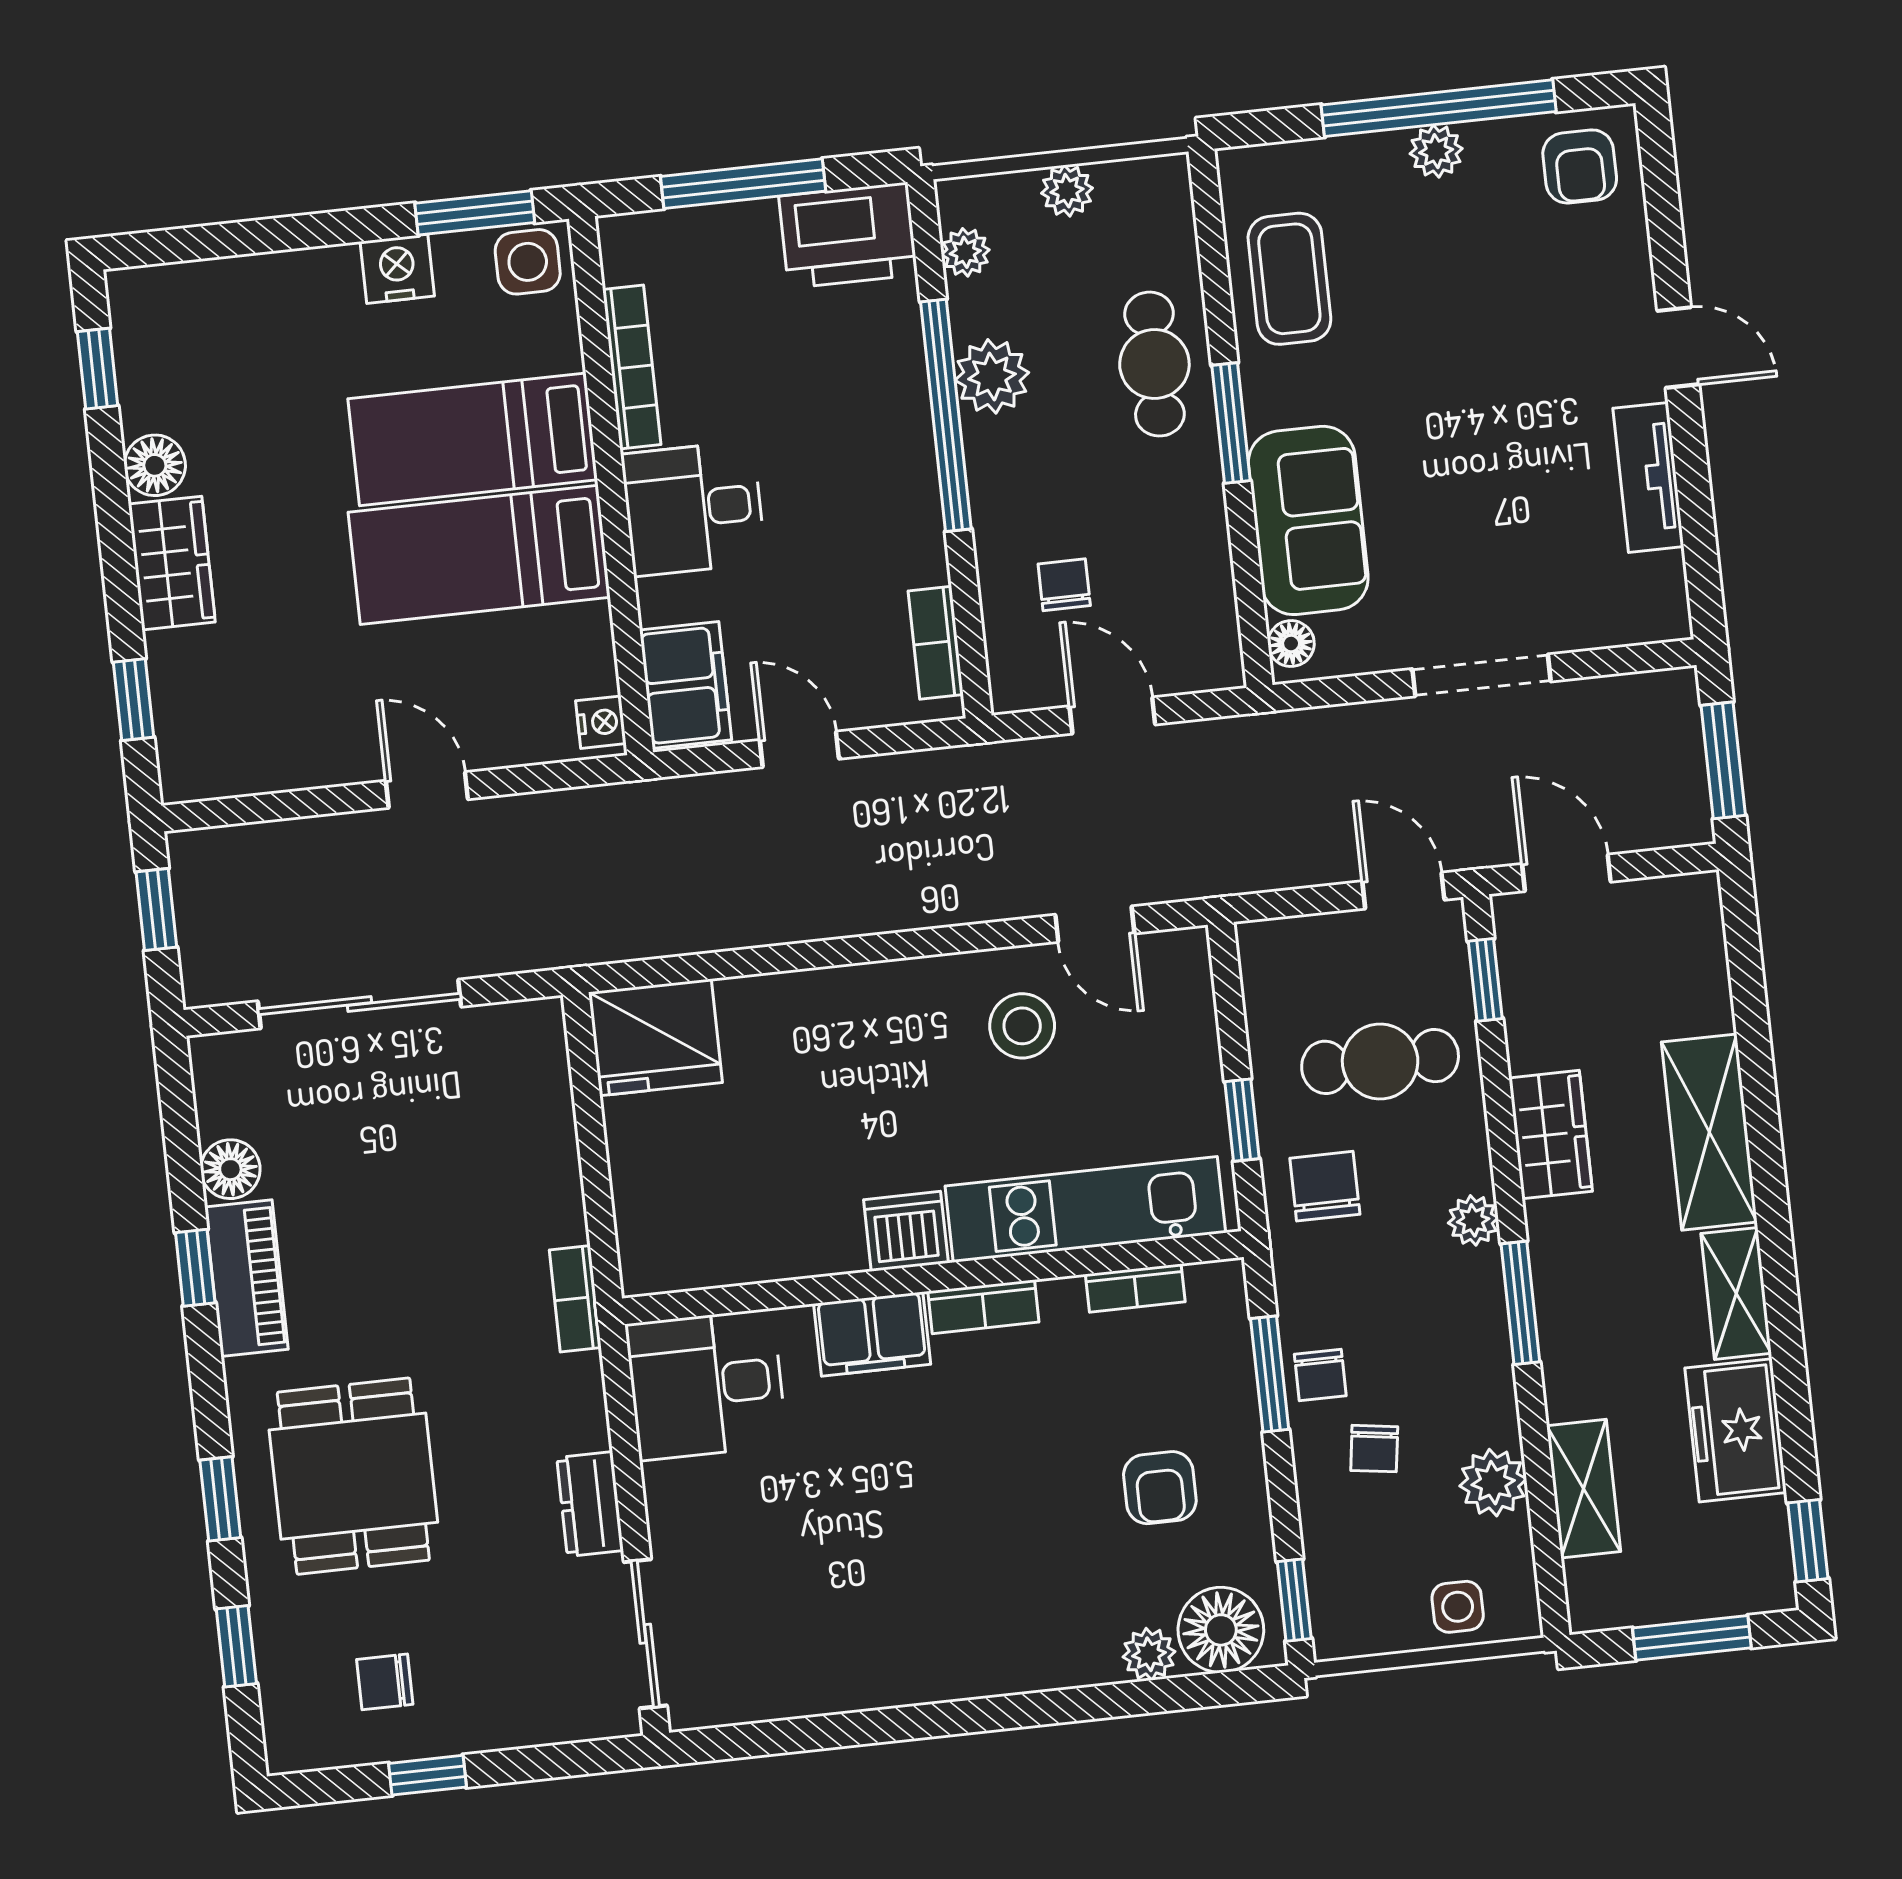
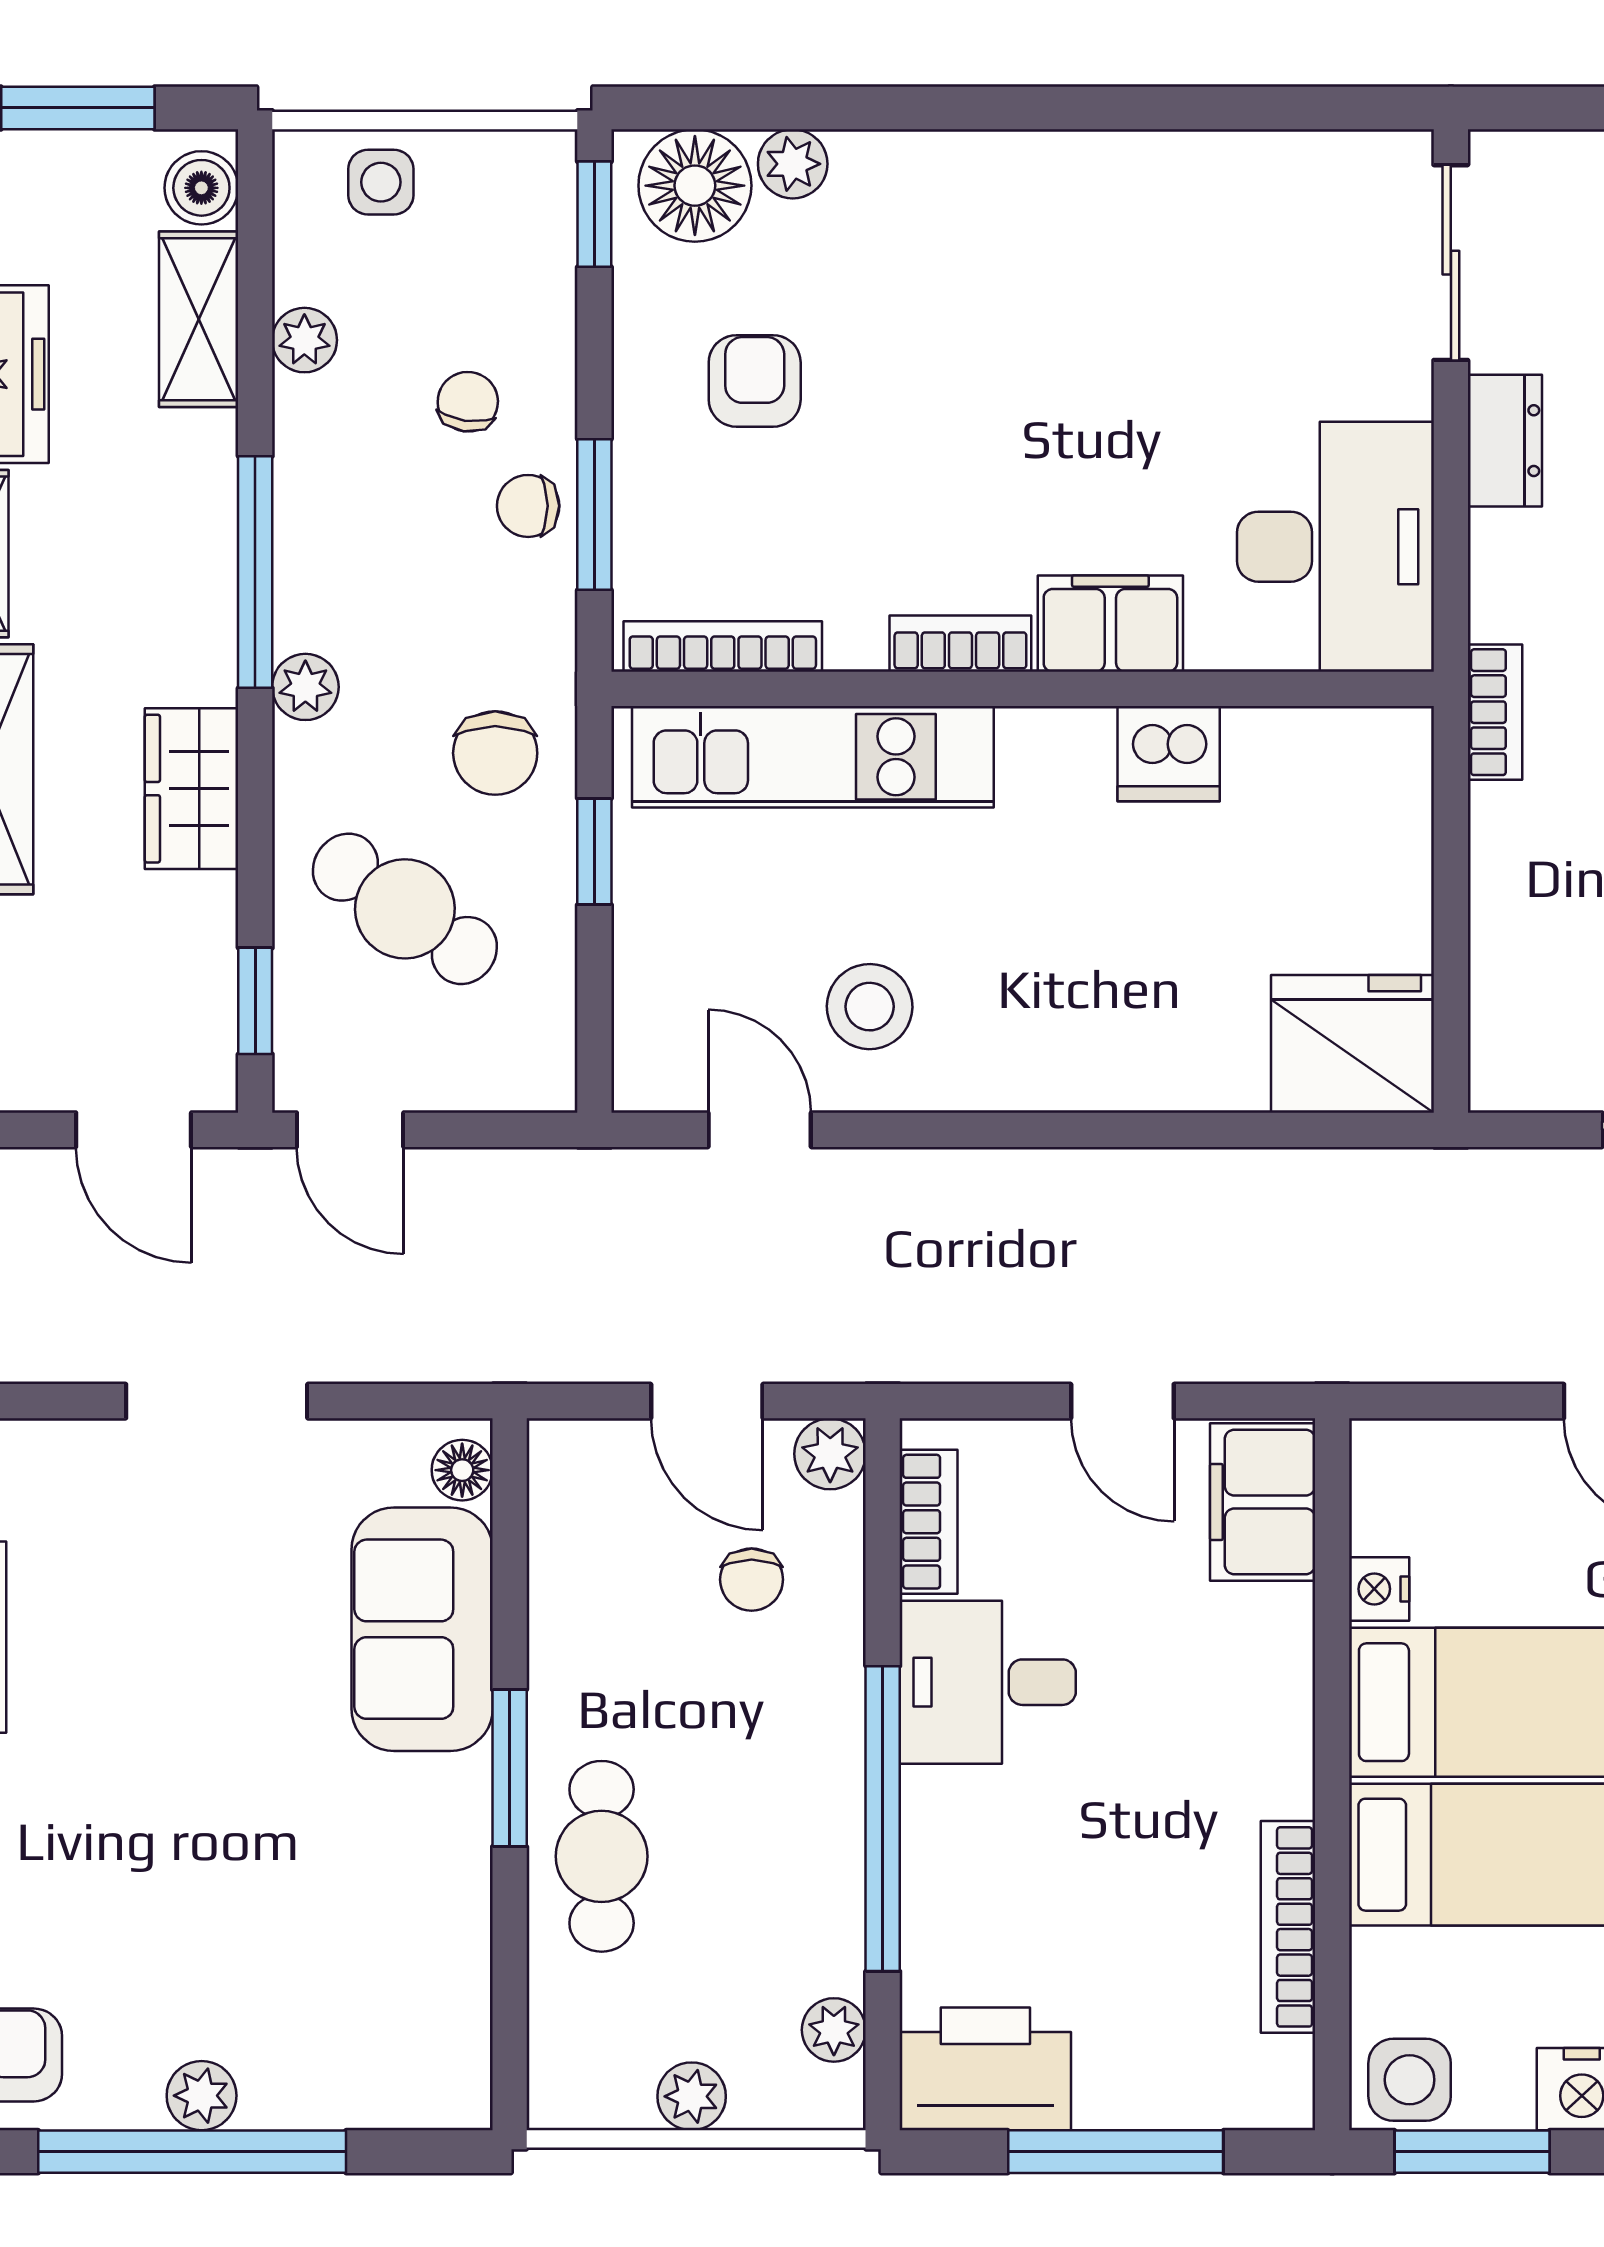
coffee table: (1289, 279) -> (412, 1949), removed
plant: (992, 376) -> (830, 1454), moved, width x0.73, depth x0.73
desk: (694, 508) -> (988, 1682), moved, turned 180
nightstand: (601, 722) -> (1379, 1589), moved
cafe table: (1380, 1061) -> (405, 909), turned 35
dishwasher: (906, 1231) -> (1169, 754), moved
bookcase: (1135, 1288) -> (723, 647), width x1.56
window: (1520, 1303) -> (255, 572), width x1.44
chair: (1320, 1375) -> (528, 506), turned -90
desk: (706, 1385) -> (1336, 547), width x1.37
plant: (1493, 1483) -> (304, 340), width x0.73, depth x0.73
boiler: (1592, 1588) -> (201, 188), added

